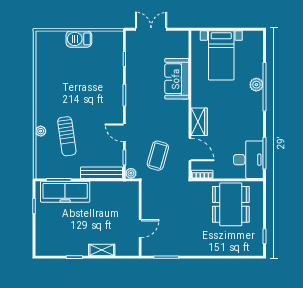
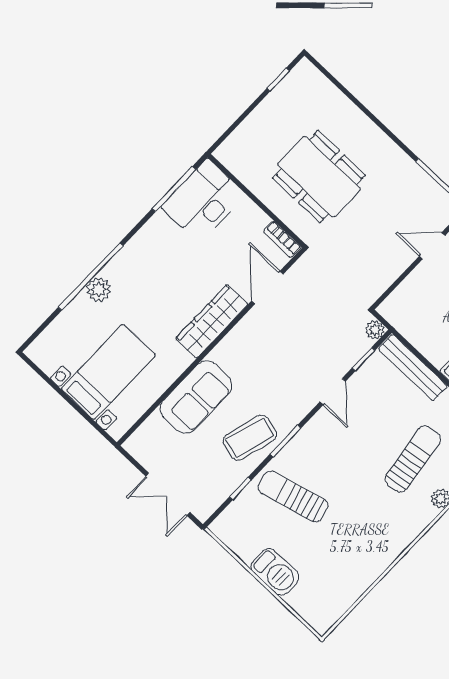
sun lounger: (100, 76) -> (293, 496), added
wardrobe: (199, 122) -> (212, 321), width x1.50
coffee table: (158, 156) -> (250, 438), moved
dining table: (231, 204) -> (319, 177), moved, turned 90

